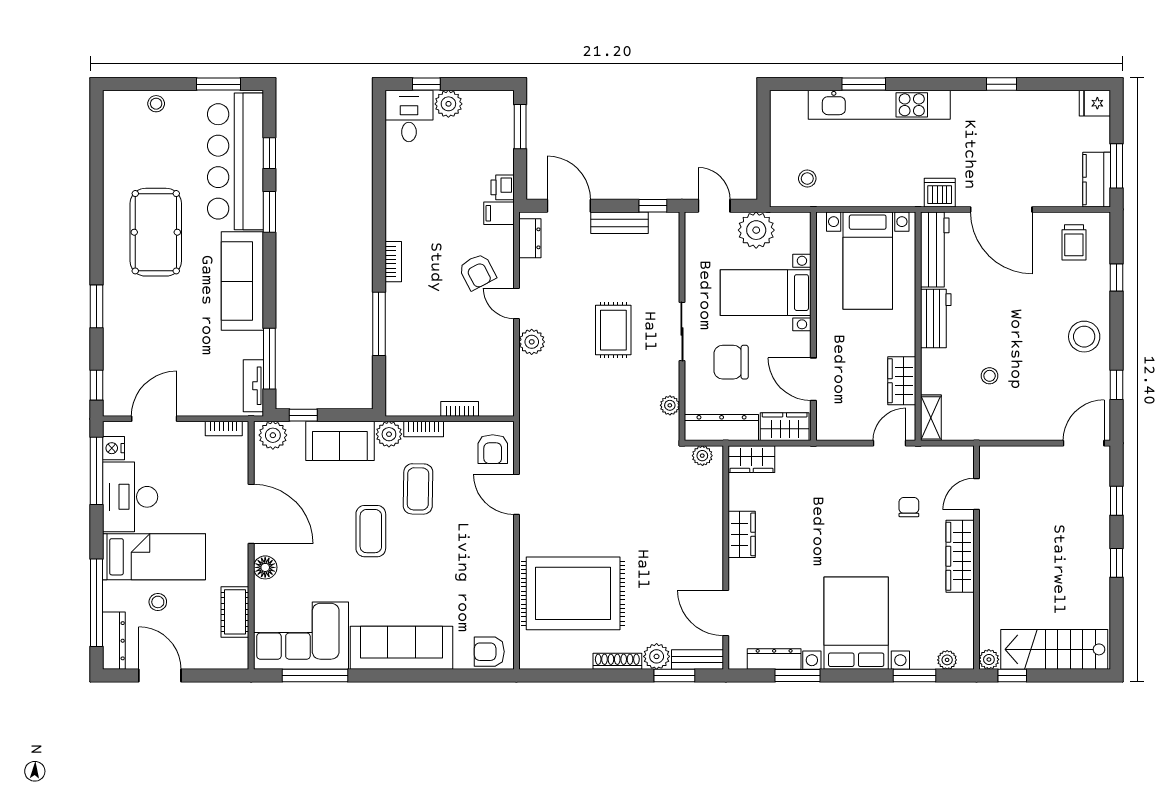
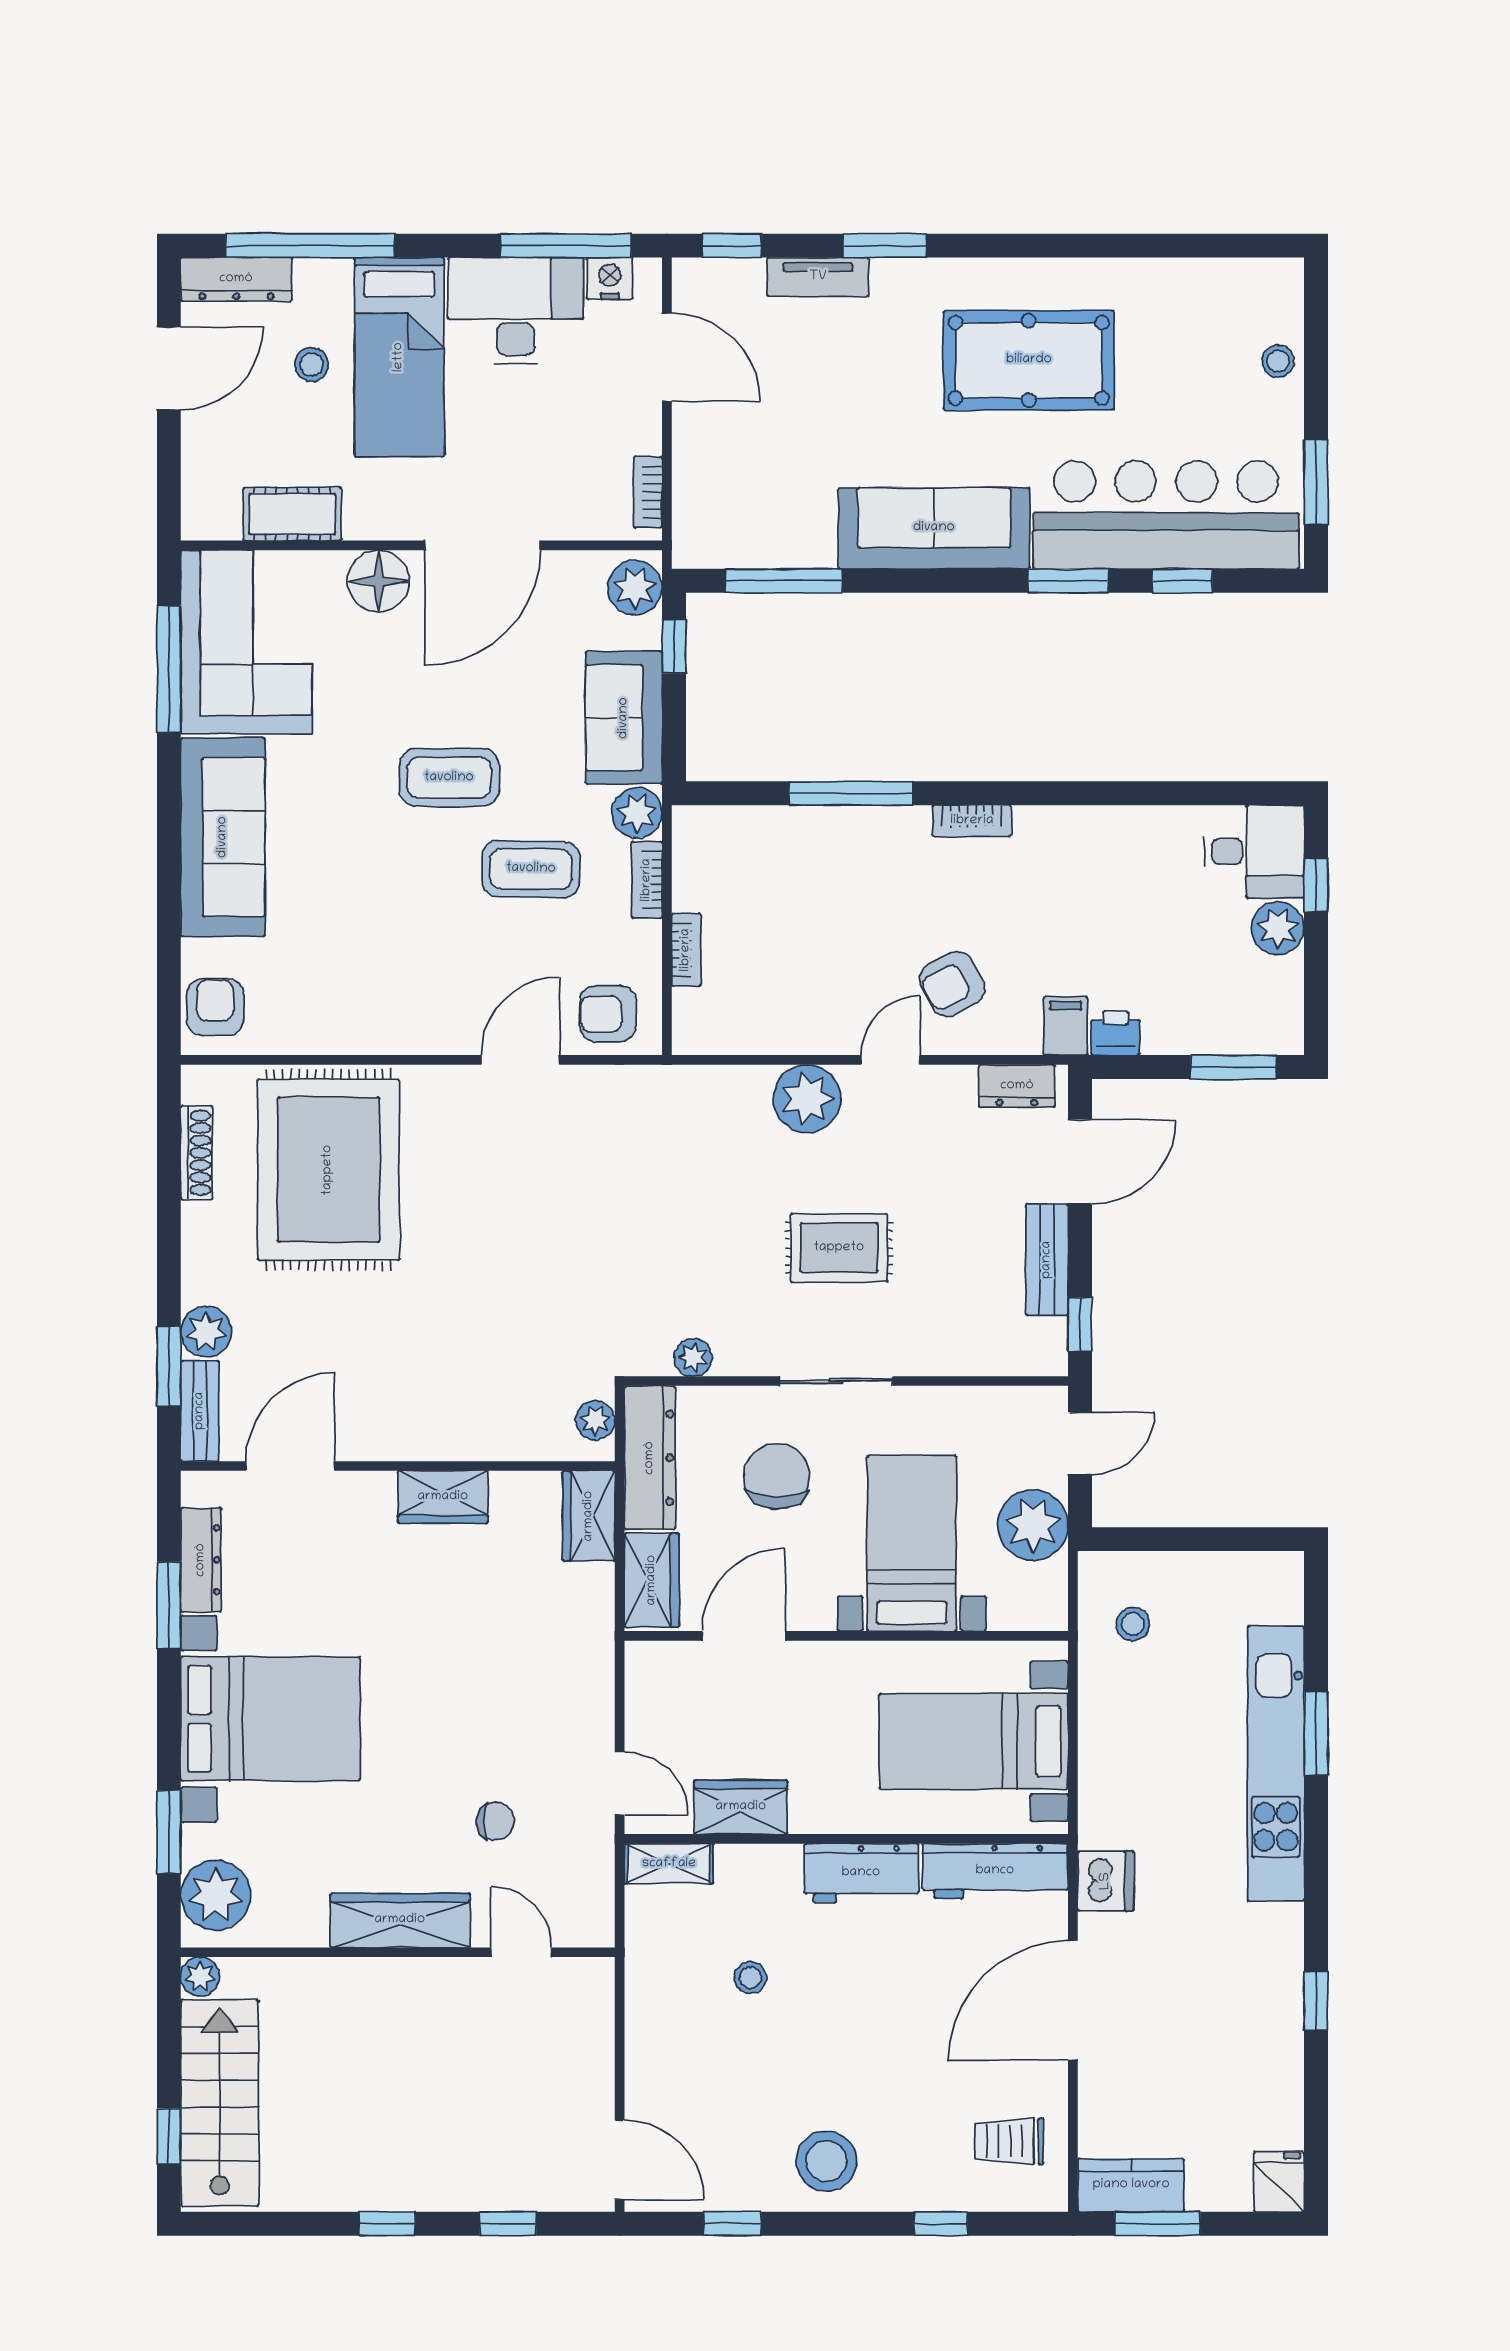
plant: (532, 342) -> (807, 1099), width x1.36, depth x1.36
tv unit: (253, 386) -> (818, 277), moved, turned 180
floor lamp: (265, 567) -> (379, 581), width x1.38, depth x1.38
plant: (947, 660) -> (216, 1895), width x1.87, depth x1.87
shoe rack: (617, 661) -> (197, 1153), moved
window: (1012, 676) -> (169, 2136), moved

